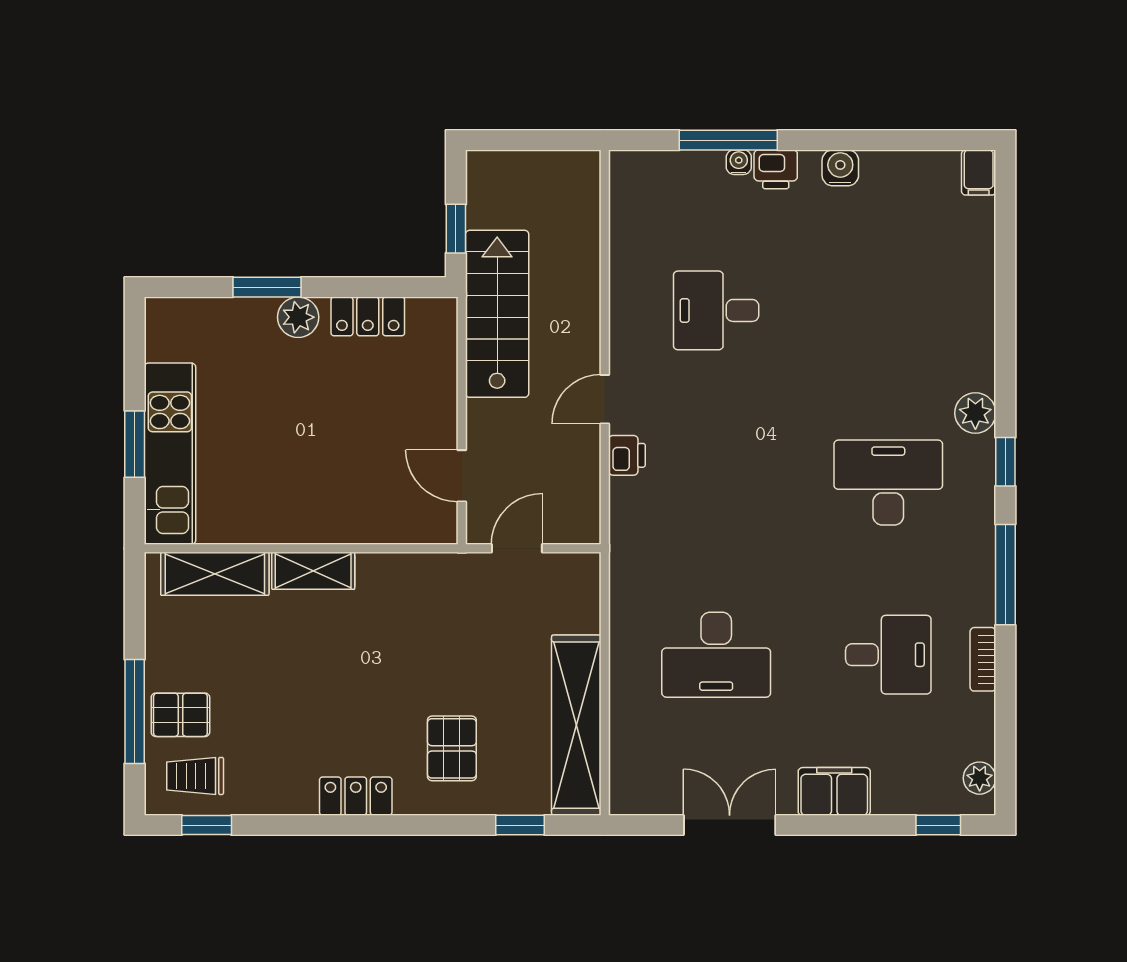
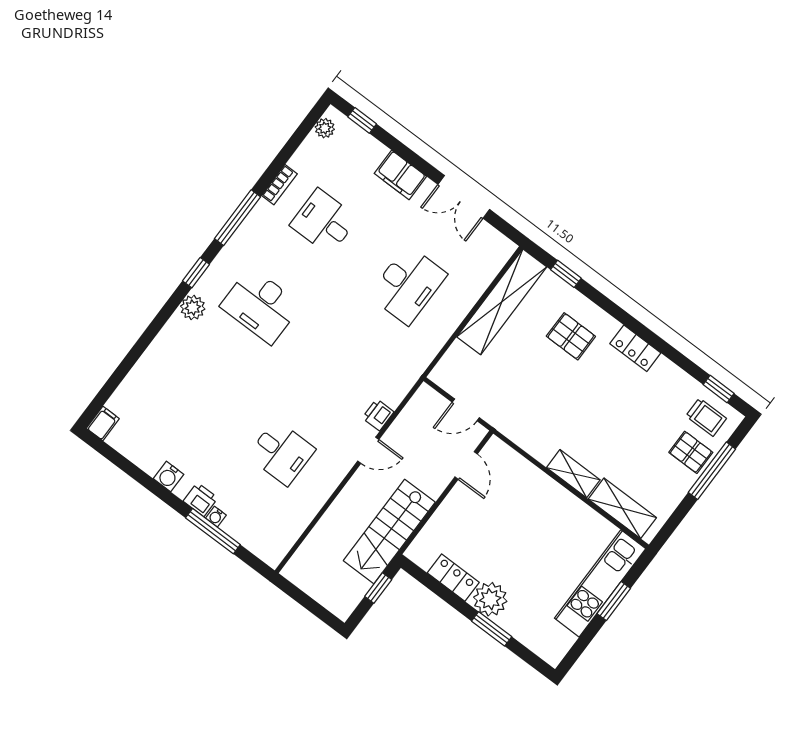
plant: (298, 317) -> (490, 599), width x1.36, depth x1.36
desk: (716, 655) -> (408, 285), turned 90
pallet: (452, 748) -> (571, 336), turned 90

